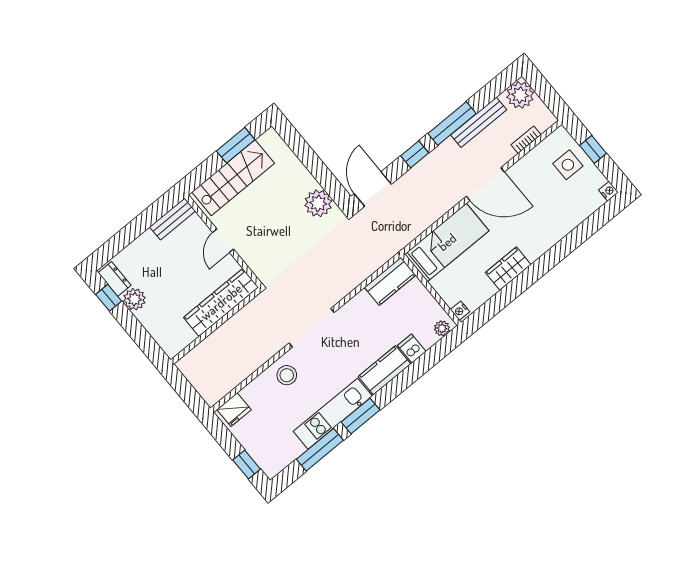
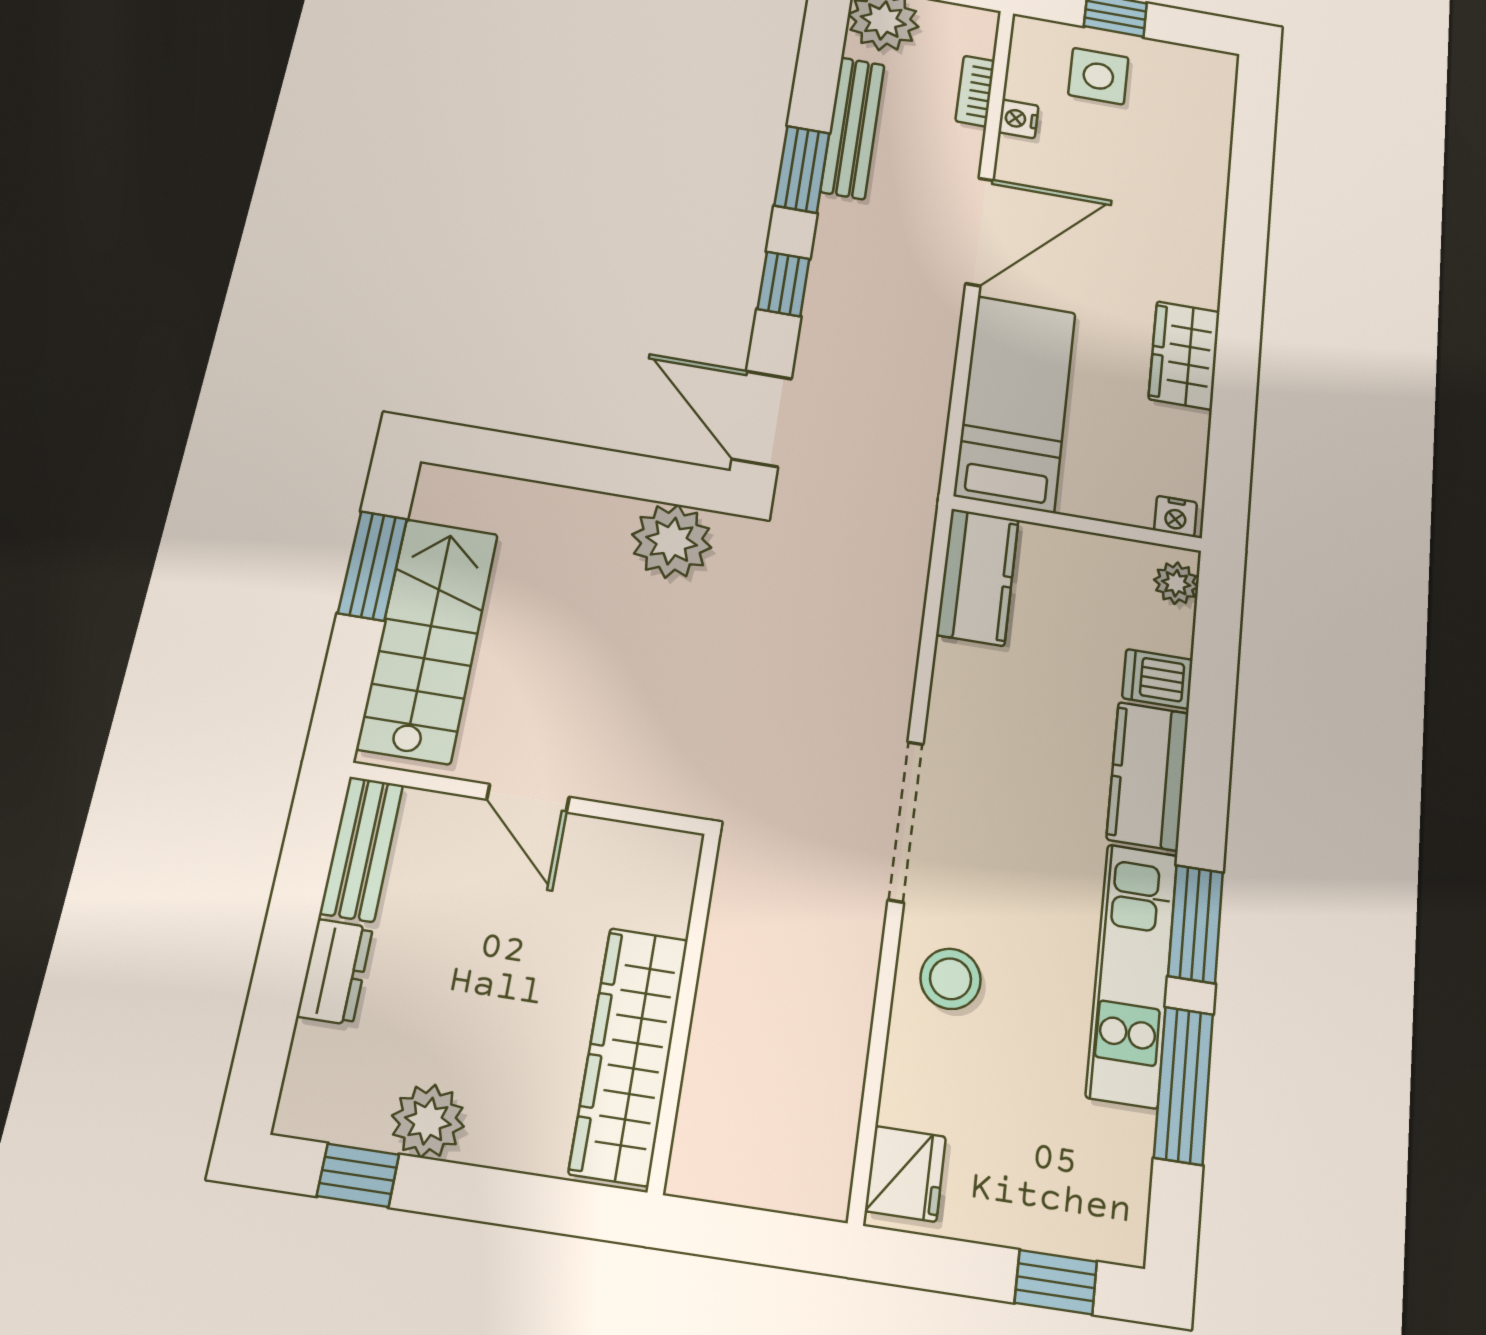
window: (452, 123) -> (802, 169), width x0.69
nightstand: (609, 191) -> (1018, 119), moved, turned -90
dresser: (115, 279) -> (335, 972), moved, turned 90
wardrobe: (221, 302) -> (629, 1055), moved

